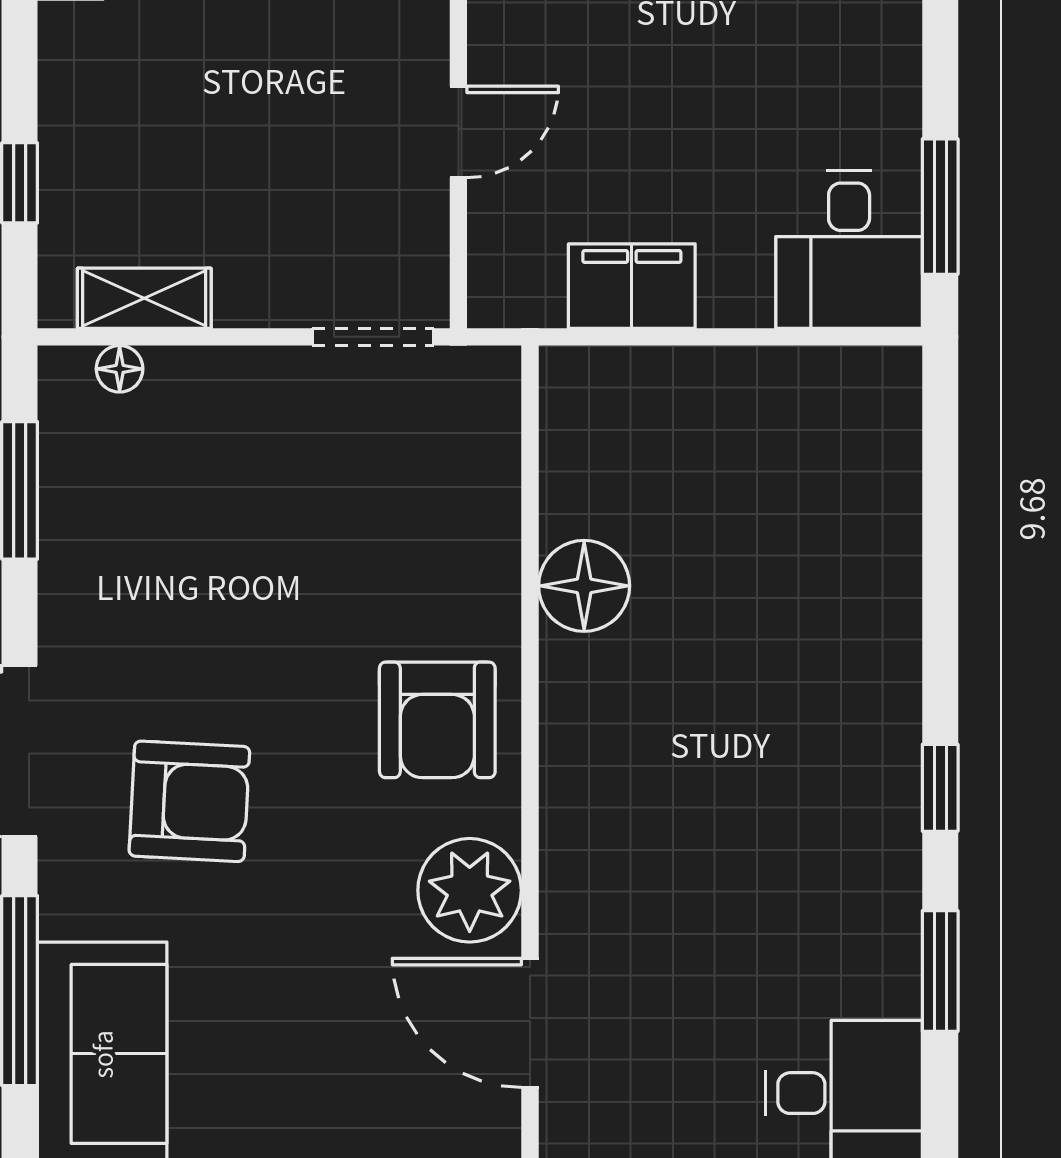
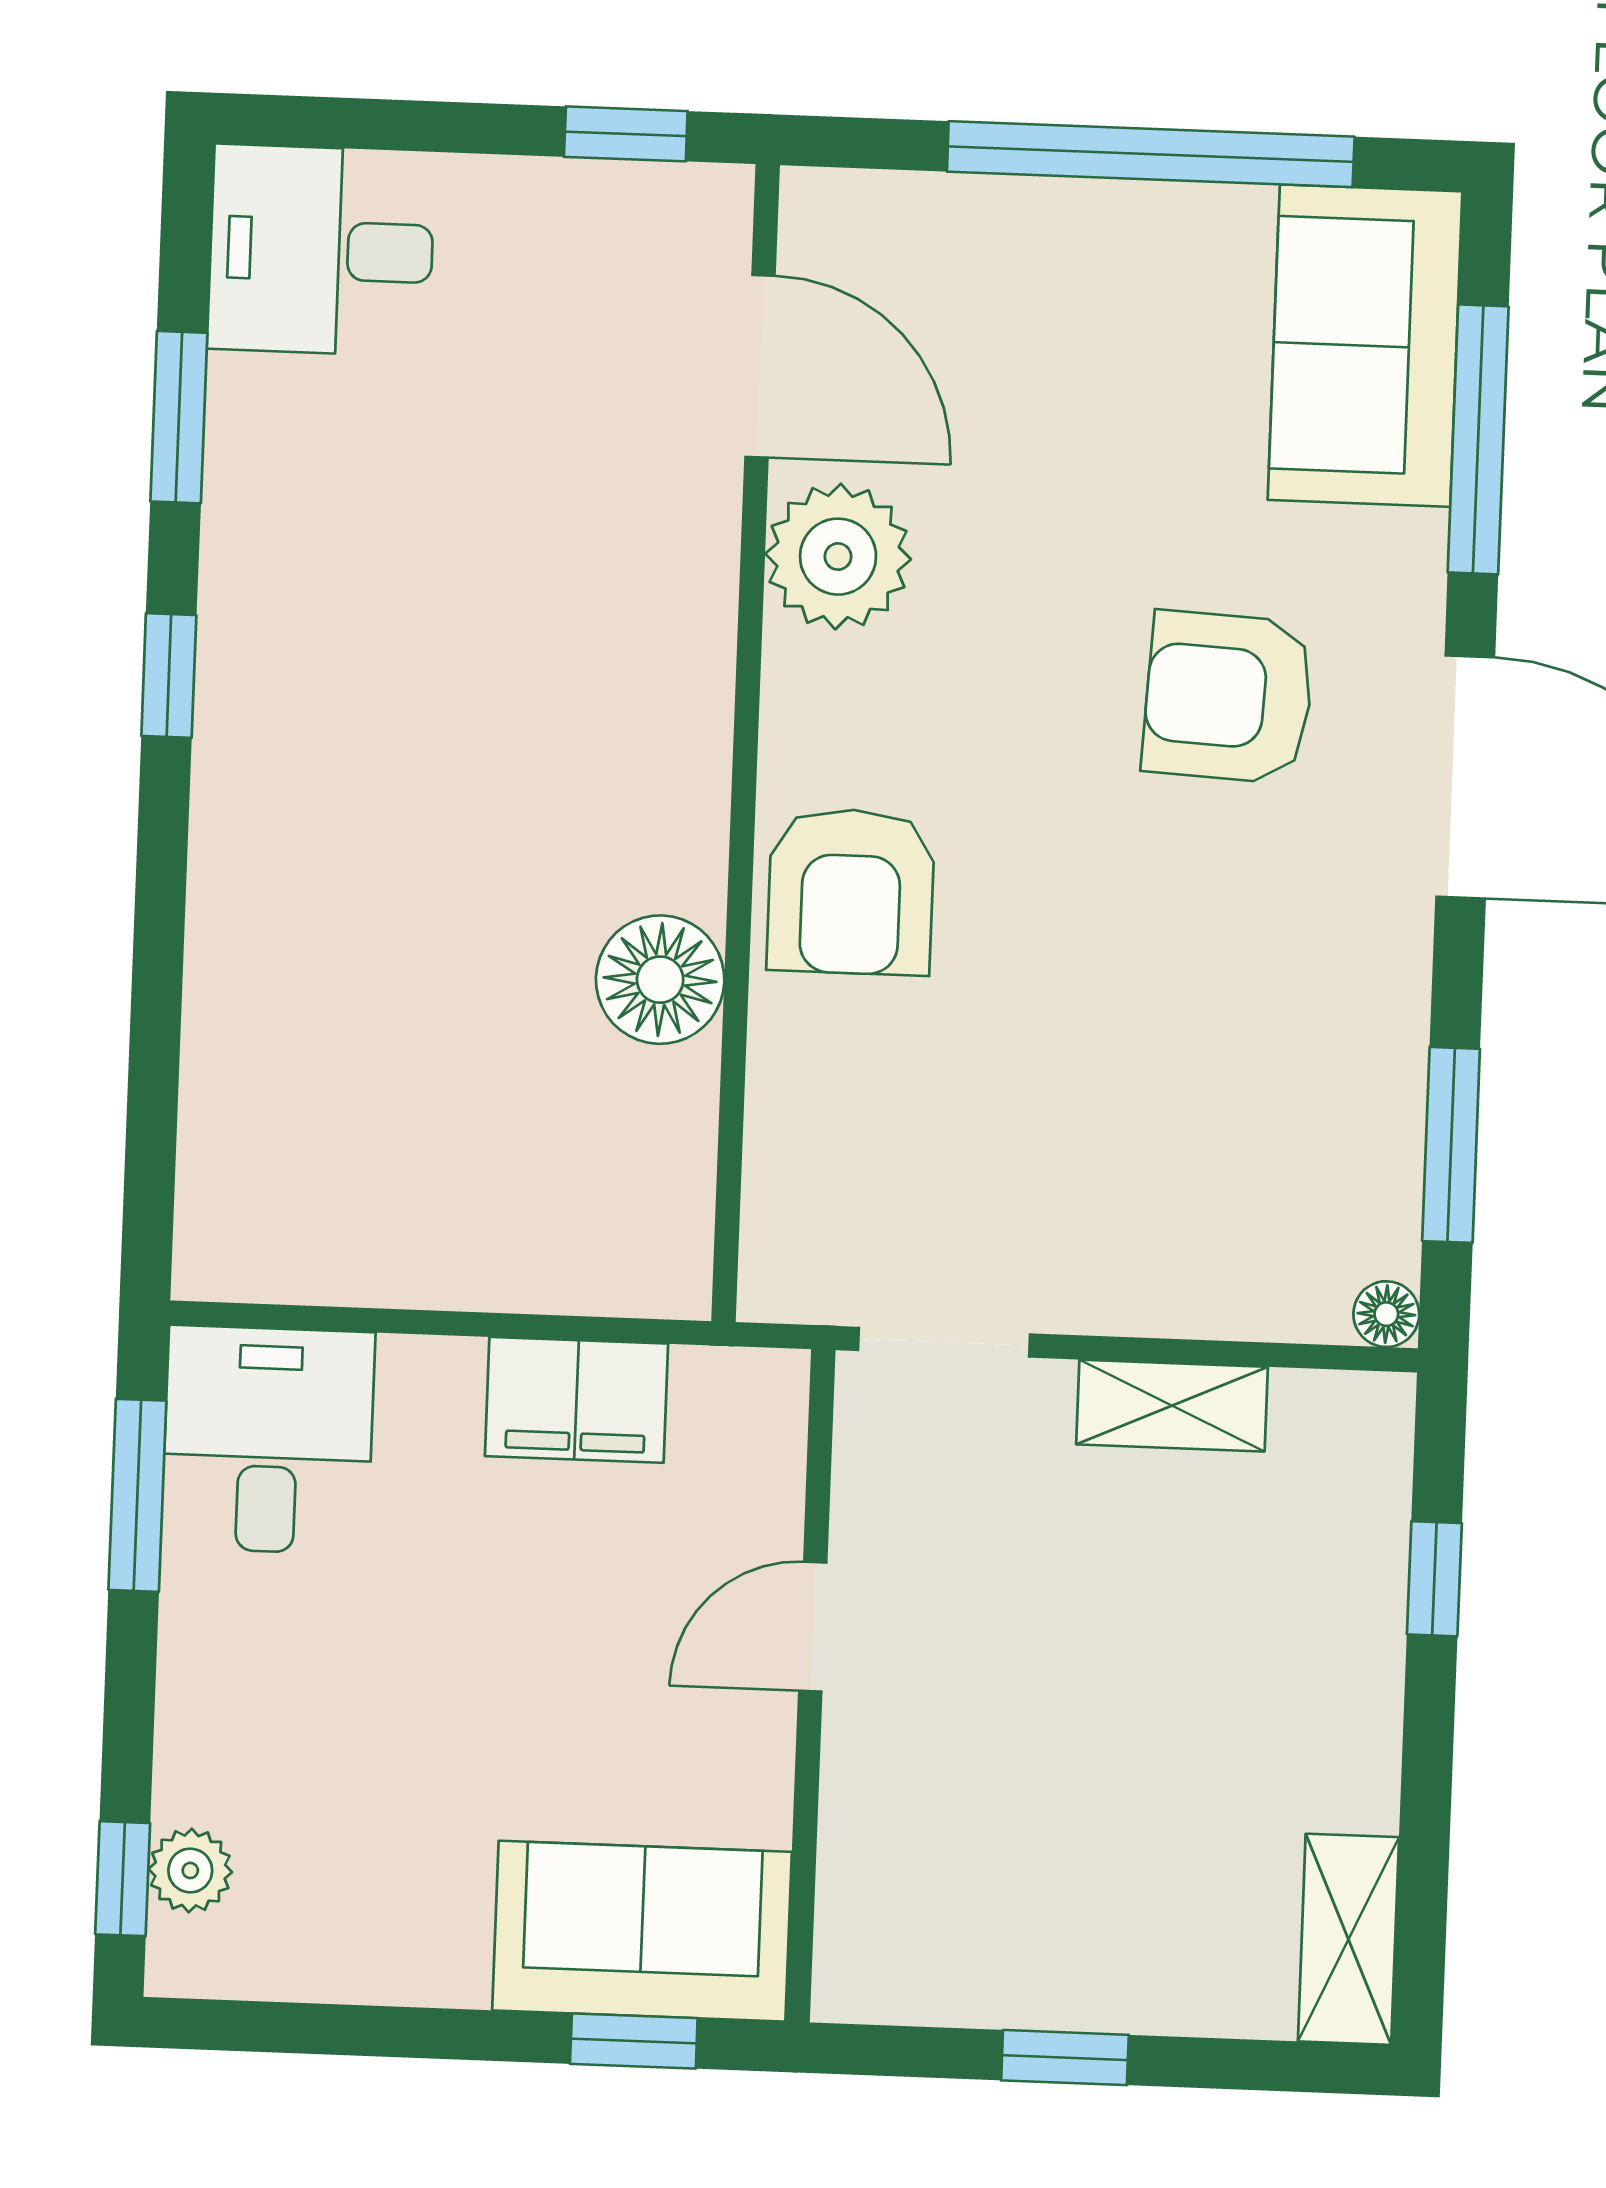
shelving: (144, 298) -> (1172, 1406), moved
floor lamp: (120, 369) -> (1386, 1314), moved
armchair: (437, 720) -> (851, 892), moved, turned 180

